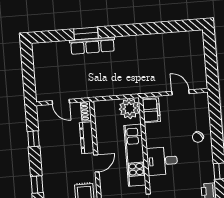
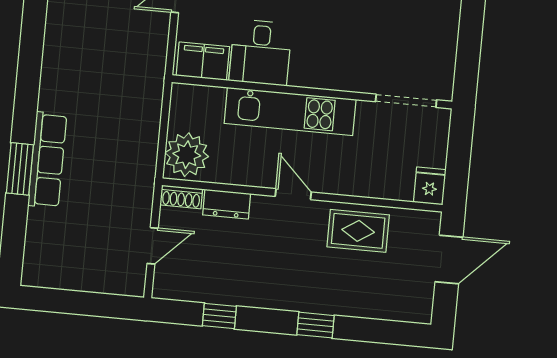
plant: (129, 109) -> (187, 155), moved
dresser: (87, 138) -> (227, 204), width x0.70
desk: (162, 161) -> (260, 52), moved

